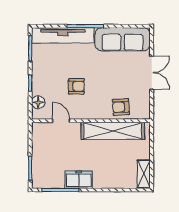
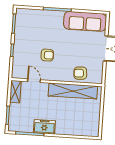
tv unit: (63, 35) -> (40, 15), removed
floor lamp: (38, 102) -> (17, 65), removed
shelving: (144, 174) -> (15, 92), moved

